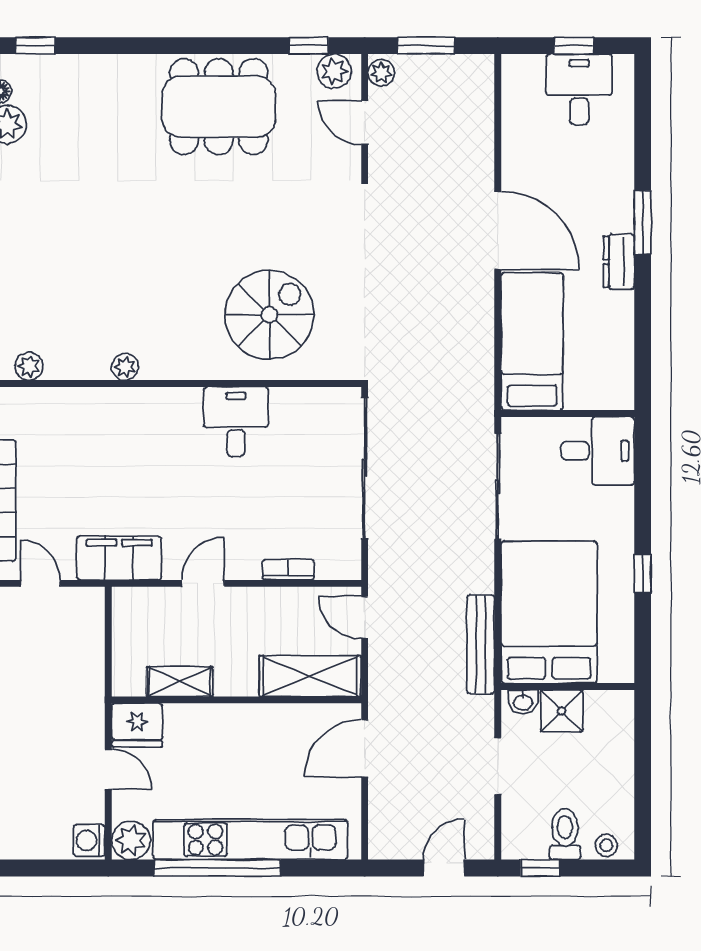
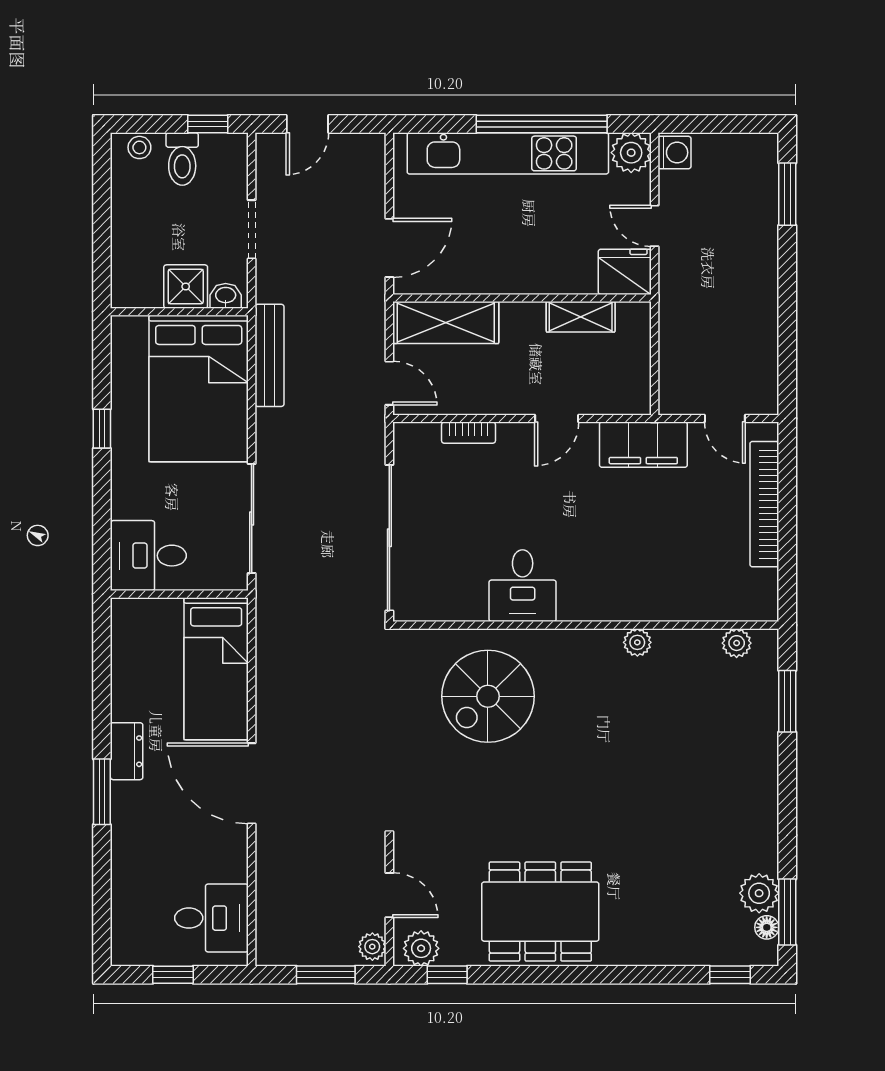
desk: (579, 89) -> (211, 918), moved, turned -90

